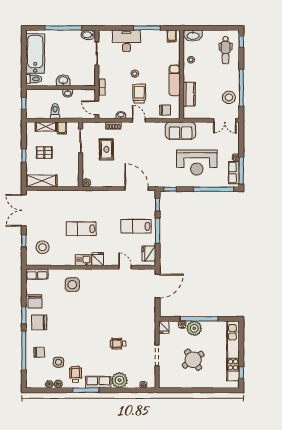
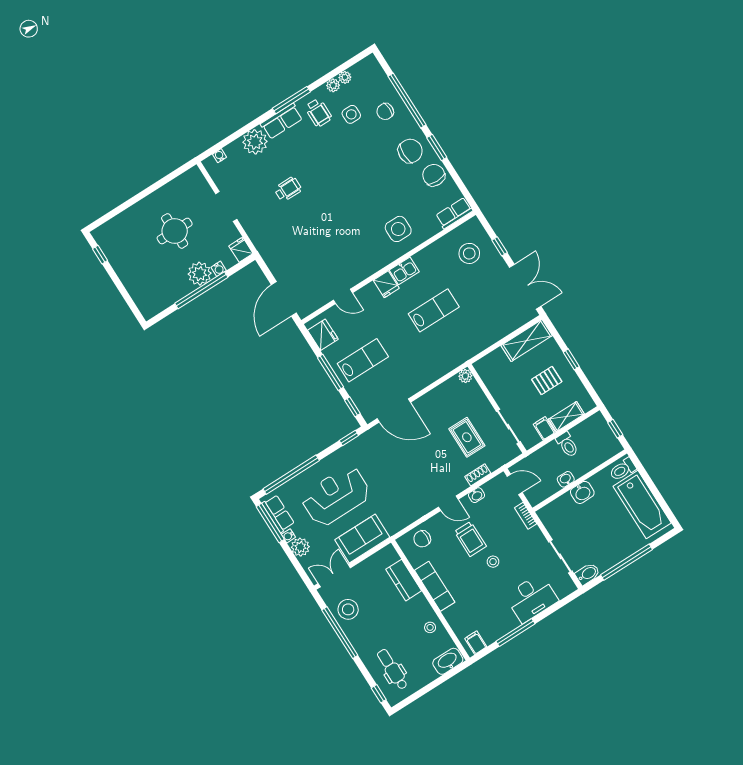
sofa: (181, 131) -> (362, 539), moved
plant: (233, 147) -> (300, 547), added
kitchen unit: (233, 351) -> (129, 276), removed
round table: (193, 360) -> (175, 231), turned 35

